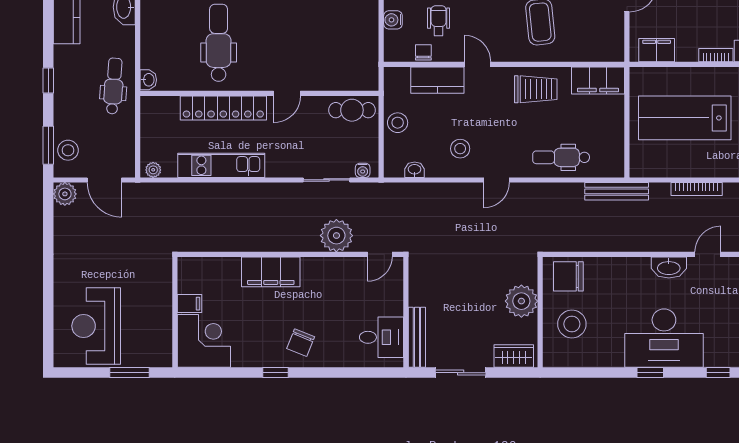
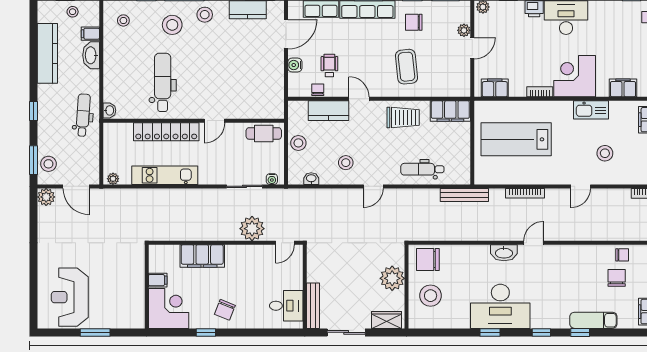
filing cabinet: (189, 304) -> (158, 280), moved
wall: (175, 312) -> (147, 287), moved
corner desk: (204, 341) -> (169, 308), moved

